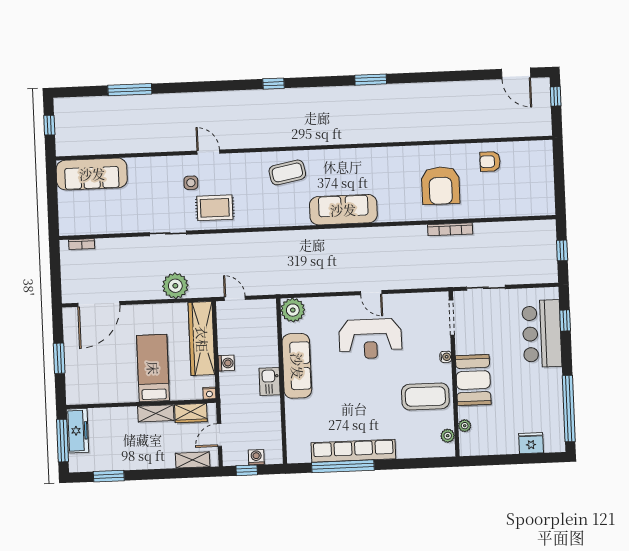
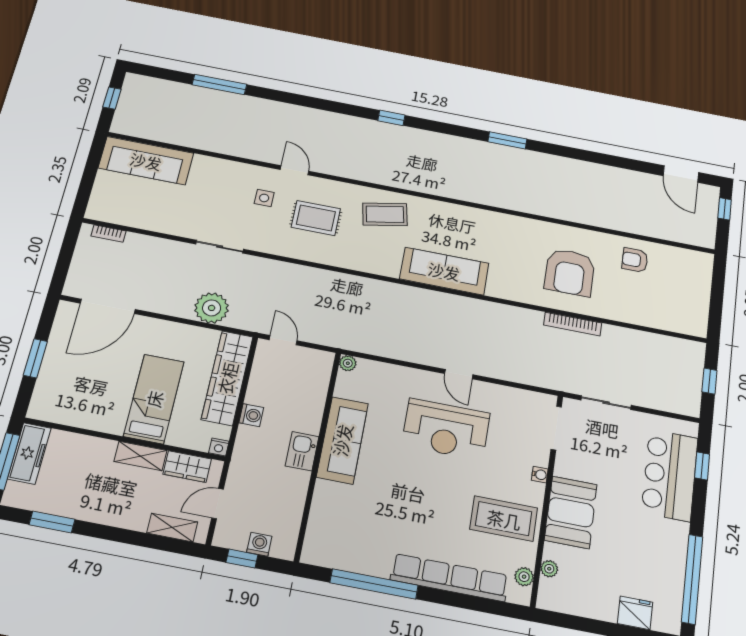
rug: (215, 208) -> (316, 218), moved
plant: (293, 310) -> (348, 363), width x0.53, depth x0.53
row of seats: (353, 451) -> (449, 578), moved

